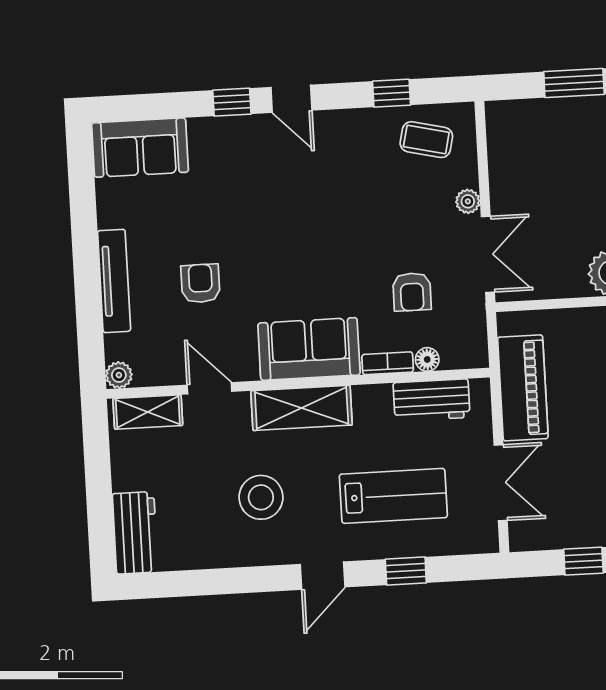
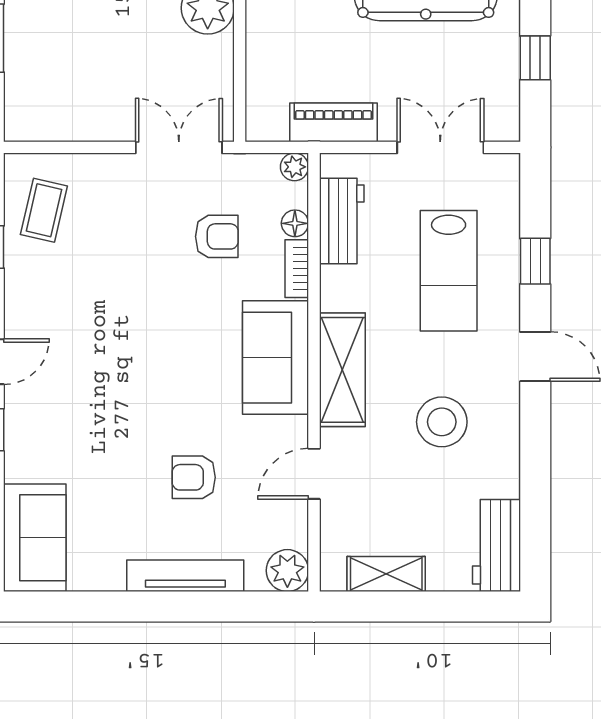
plant: (468, 201) -> (294, 167), moved
plant: (119, 375) -> (287, 571), width x1.38, depth x1.38
piano: (523, 388) -> (334, 122), width x0.73, depth x0.75
shelving: (148, 412) -> (386, 574), moved, turned 90
lab bench: (393, 496) -> (449, 271), turned 180
workbench: (135, 533) -> (496, 546), moved, turned -90

